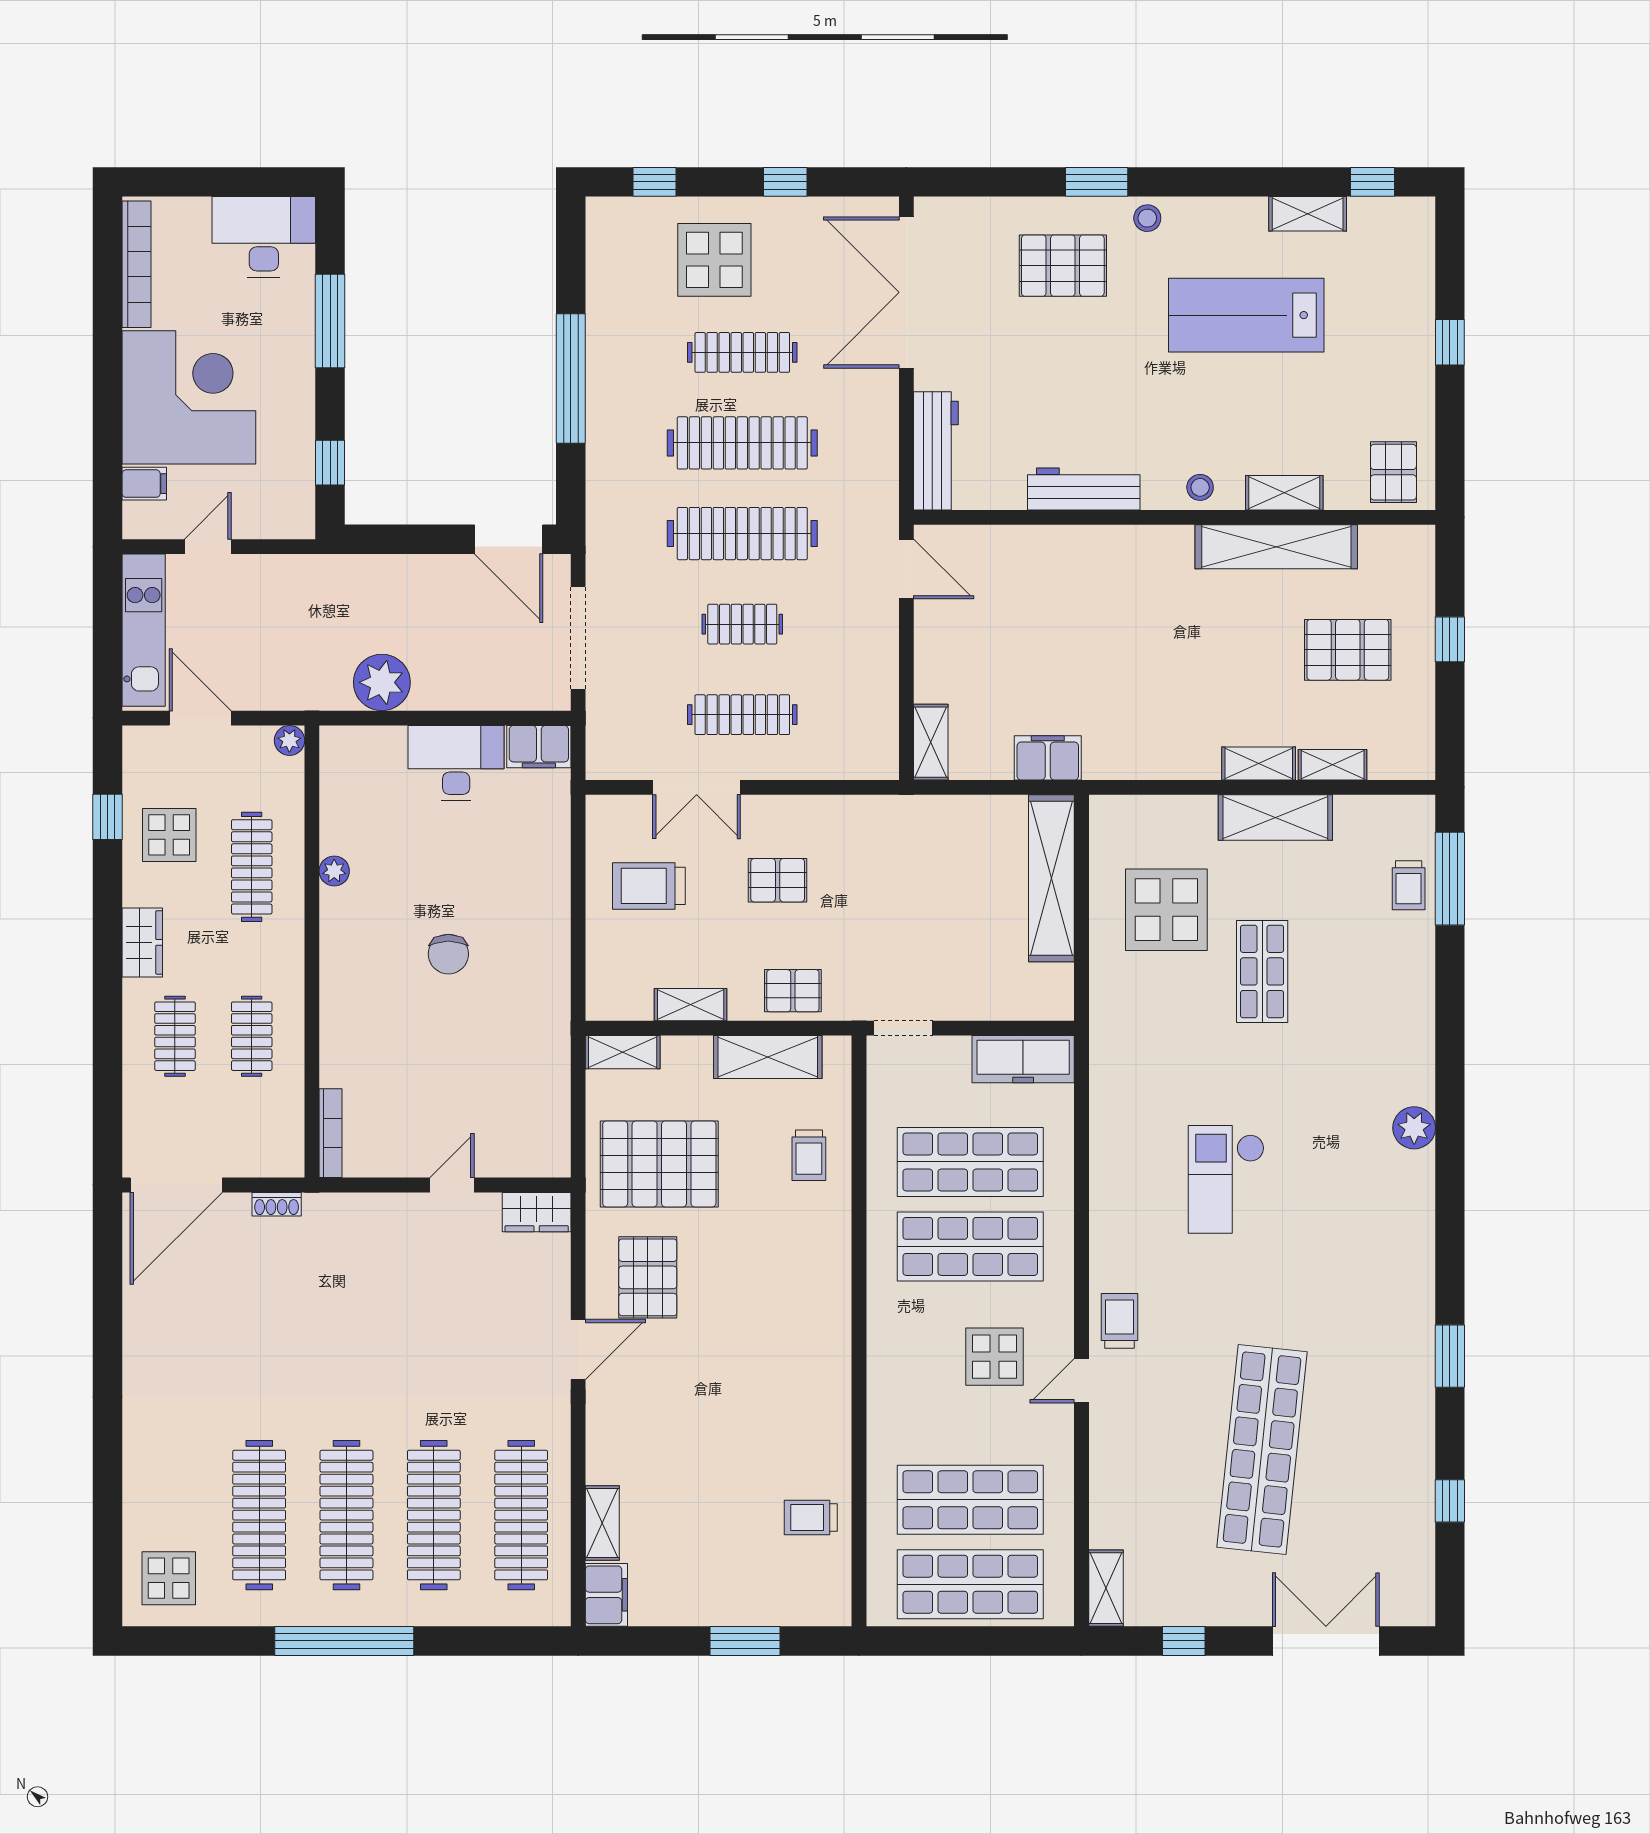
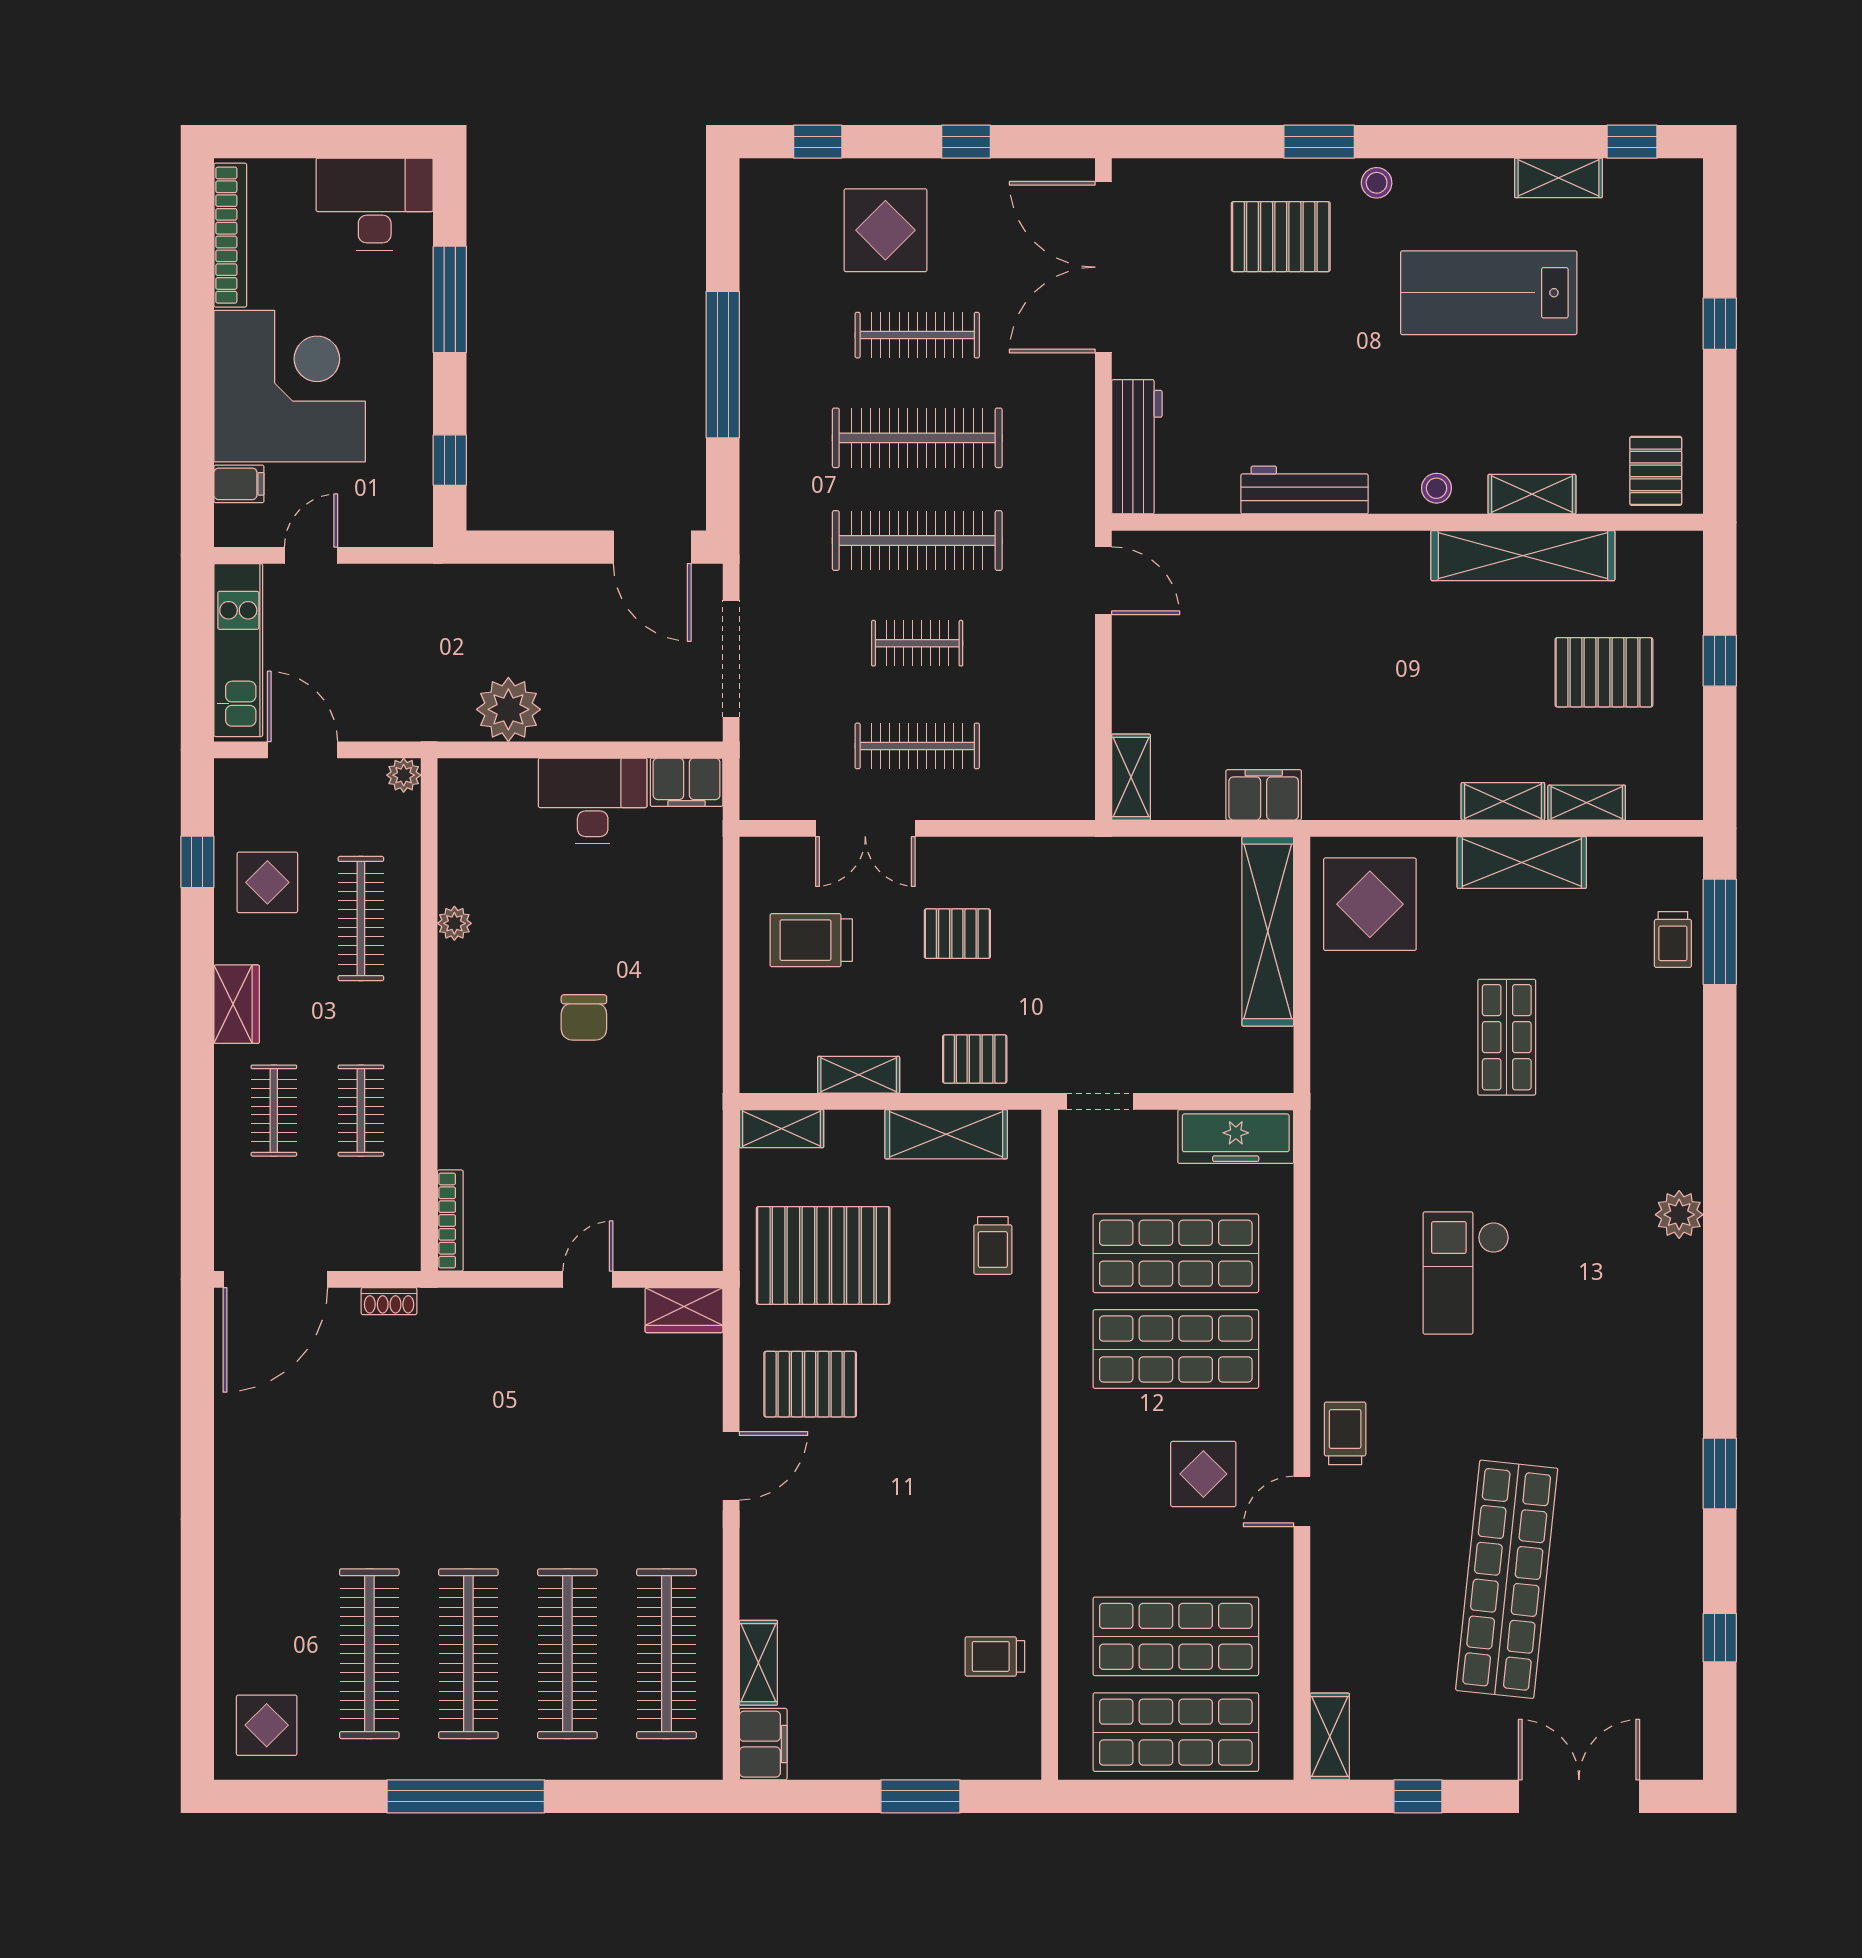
display table: (1166, 910) -> (1370, 904), moved
pallet: (648, 1277) -> (810, 1384), turned 90

